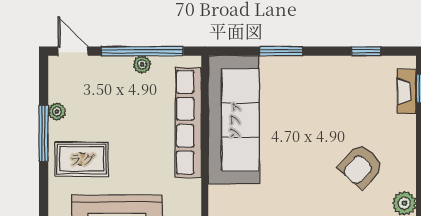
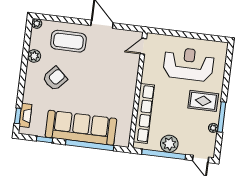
window: (281, 51) -> (90, 145), width x2.11
plant: (142, 64) -> (169, 144), width x1.88, depth x1.88
sofa: (234, 120) -> (81, 128), moved, turned 90

